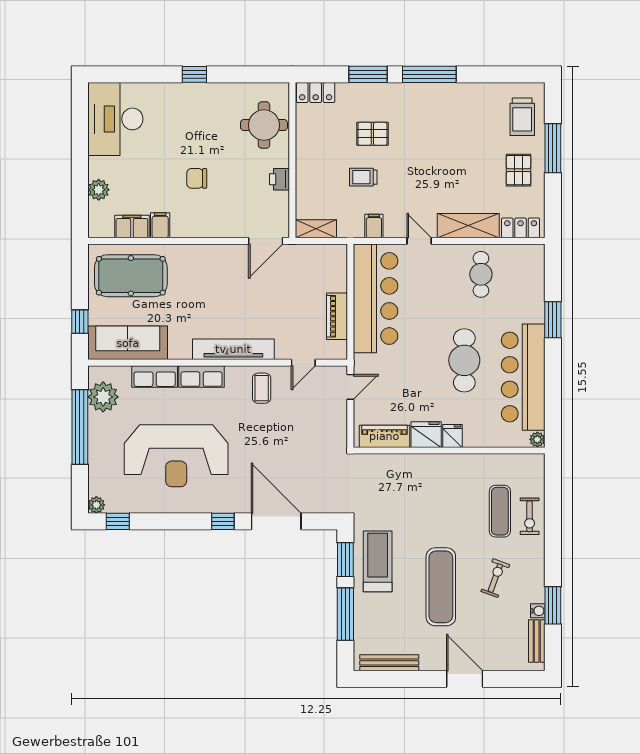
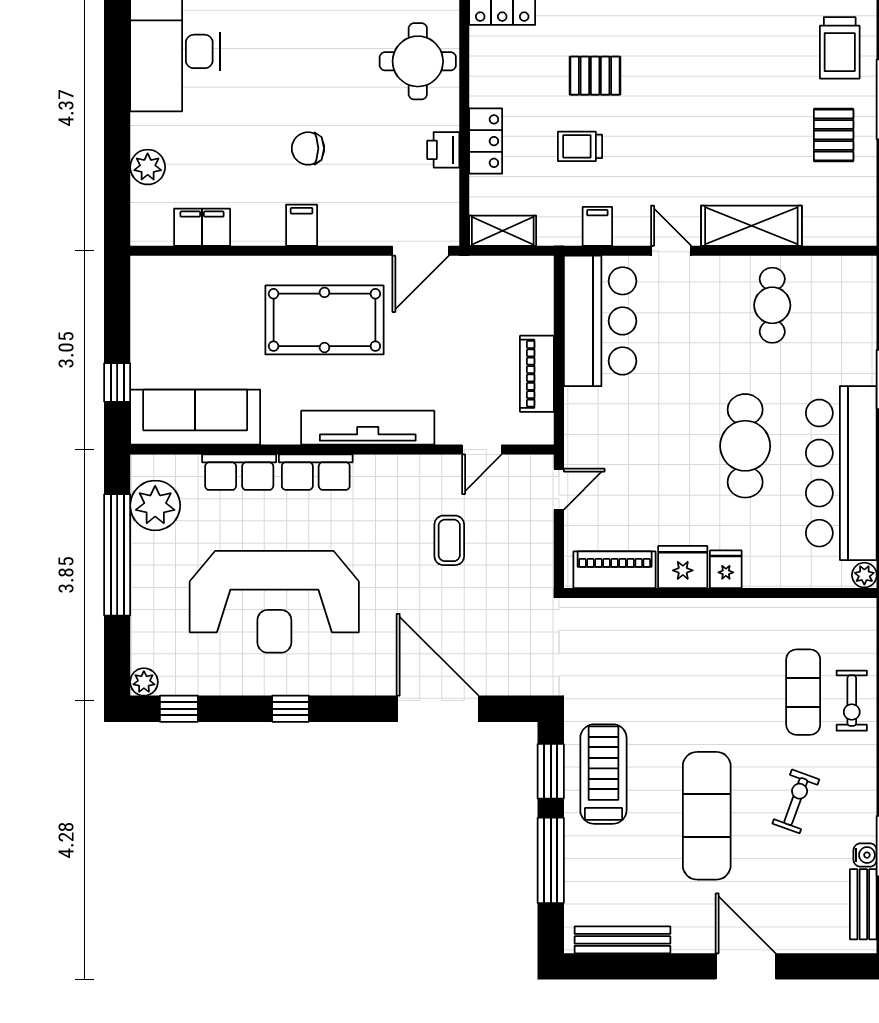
filing cabinet: (160, 225) -> (302, 225), moved
locker: (521, 228) -> (486, 141), moved, turned 90
pool table: (131, 276) -> (324, 320), moved
bar counter: (376, 298) -> (600, 321), width x0.73
coffee table: (262, 388) -> (449, 540), moved
window: (223, 521) -> (291, 709), moved

